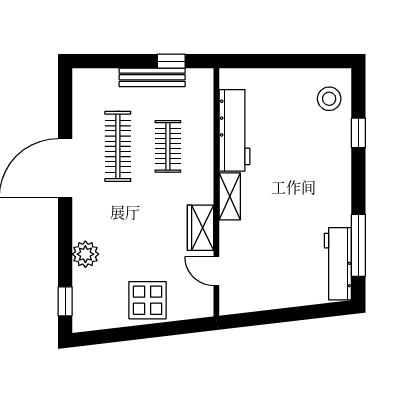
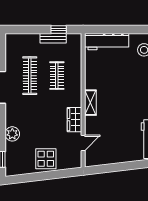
bench: (152, 77) -> (53, 38), width x0.73
workbench: (235, 130) -> (107, 42), moved, turned 90
door: (216, 271) -> (83, 143), swing flipped

